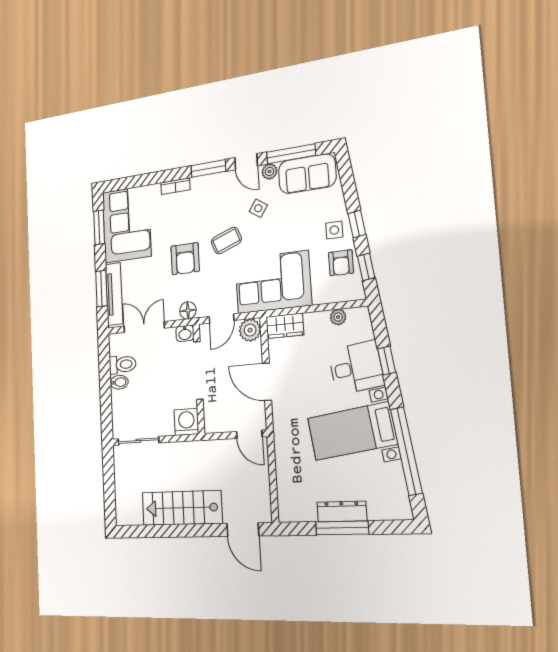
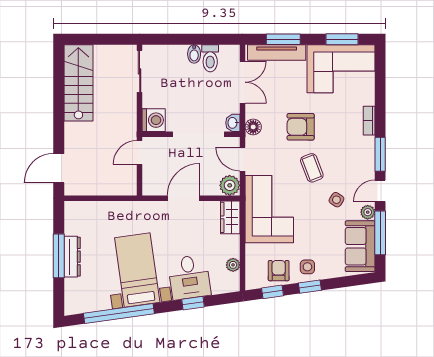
armchair: (341, 263) -> (279, 271), turned 90
door: (249, 434) -> (140, 152), moved
stairs: (182, 508) -> (78, 83), moved

